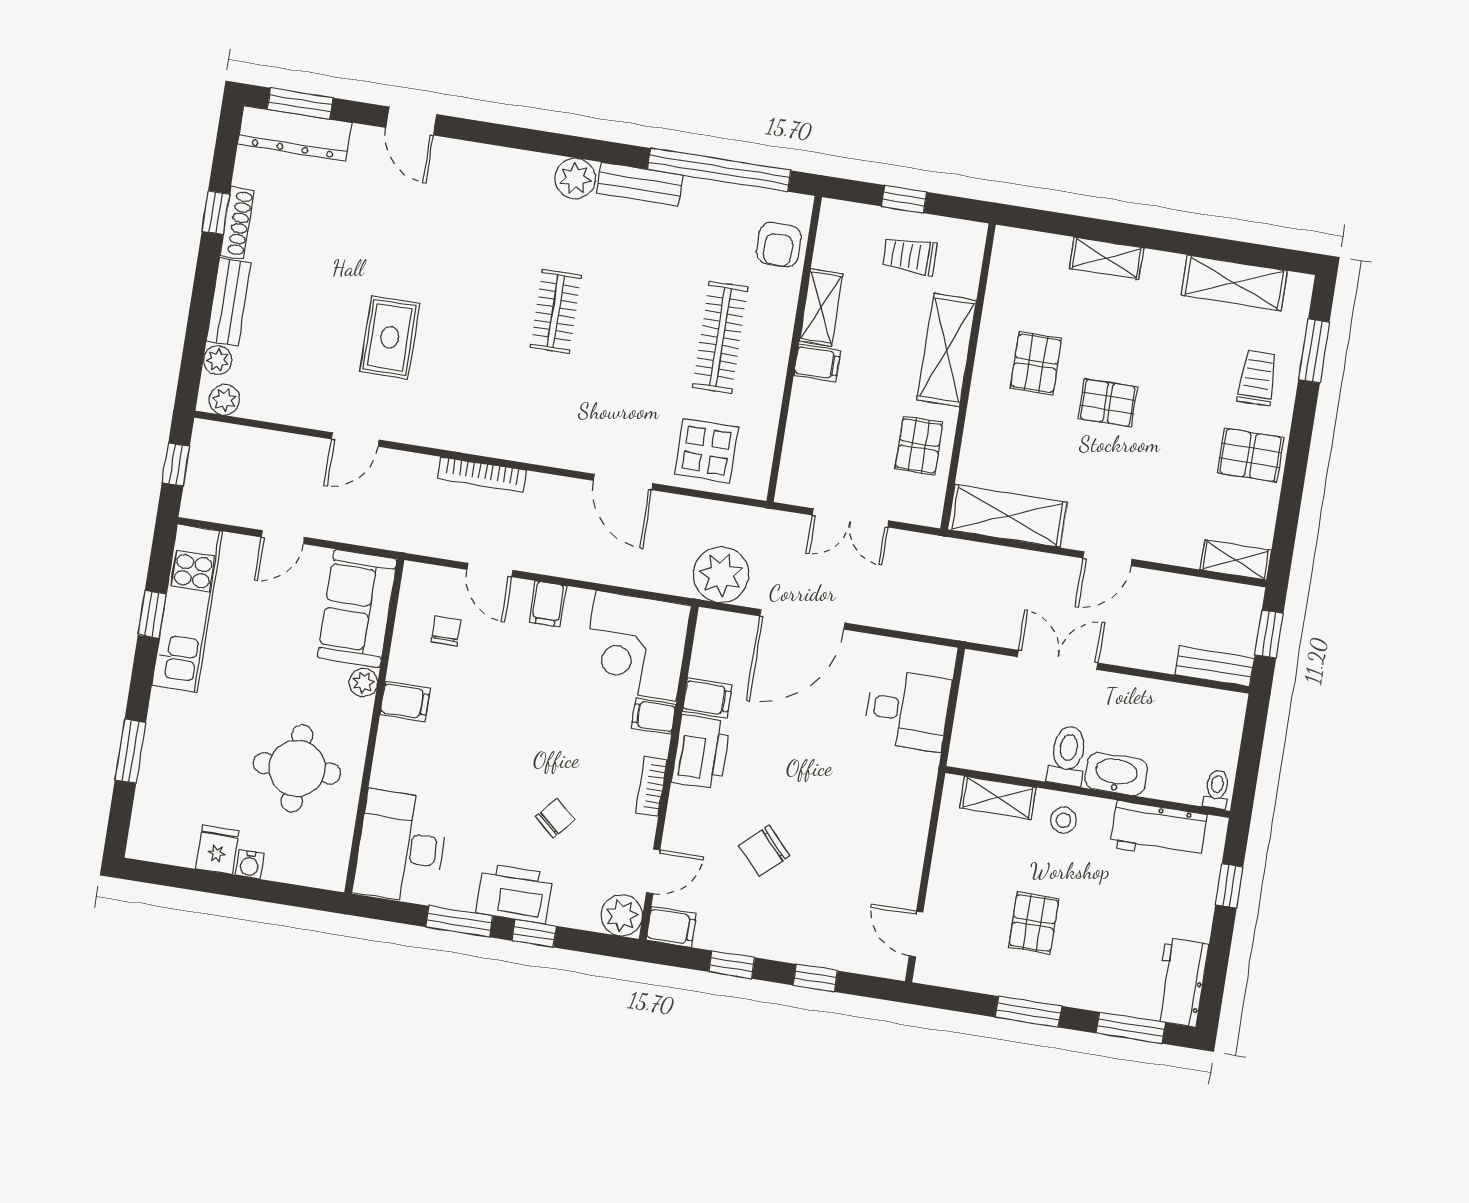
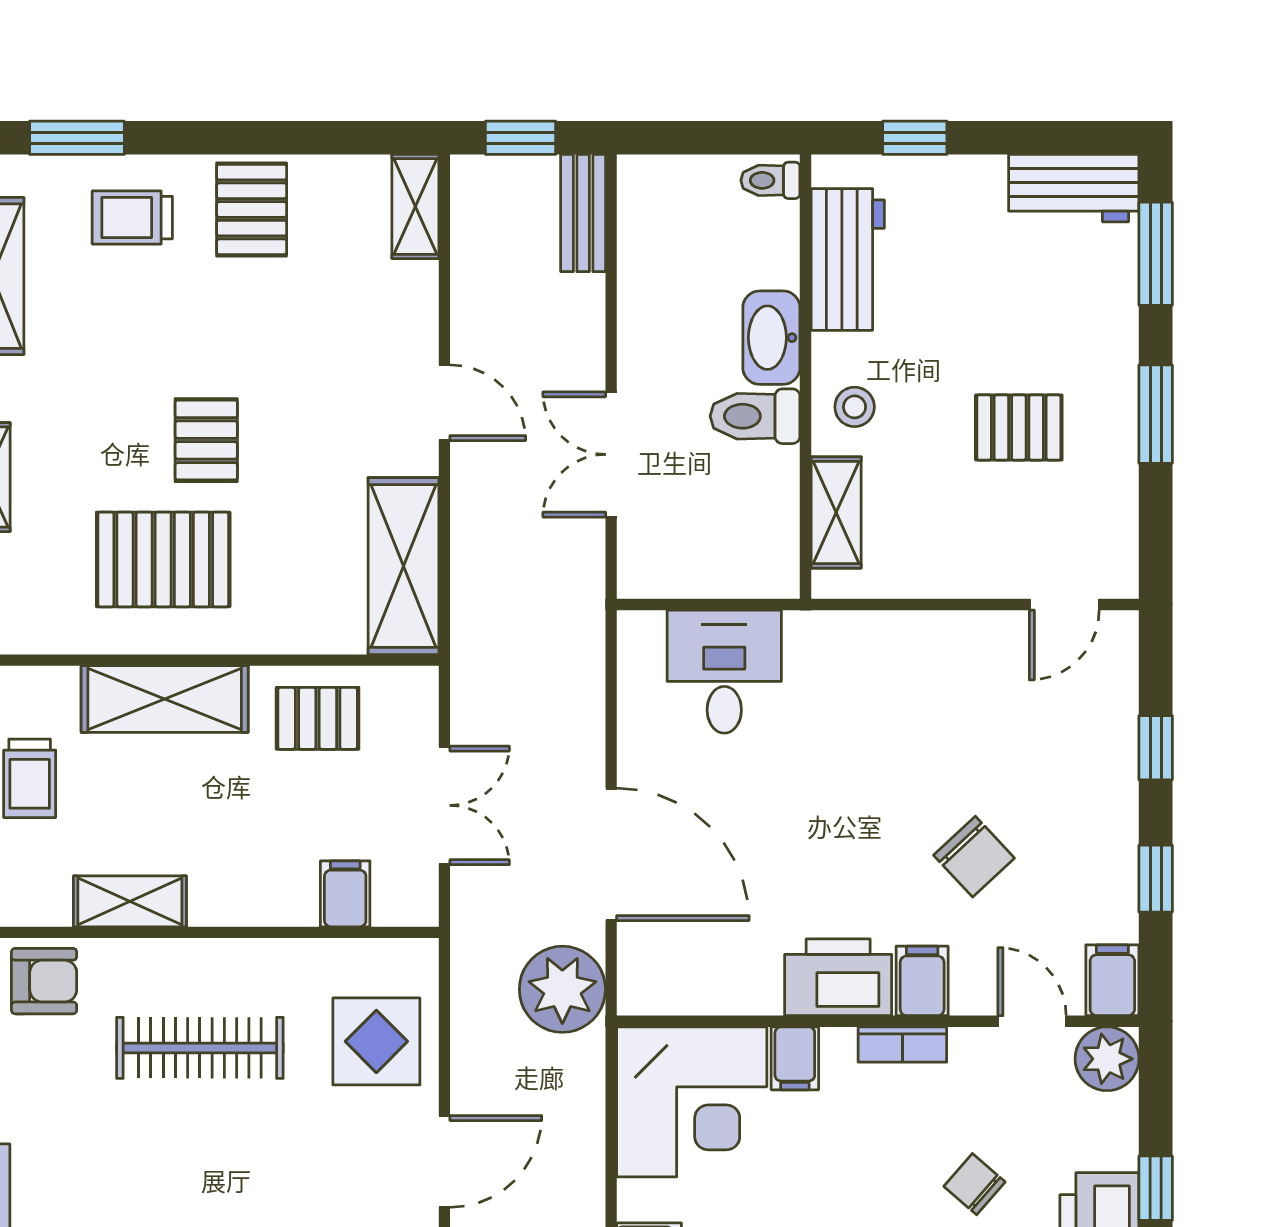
filing cabinet: (817, 363) -> (345, 894), moved
pallet: (1036, 363) -> (163, 559), width x1.50, depth x1.42
filing cabinet: (707, 698) -> (922, 981), moved

